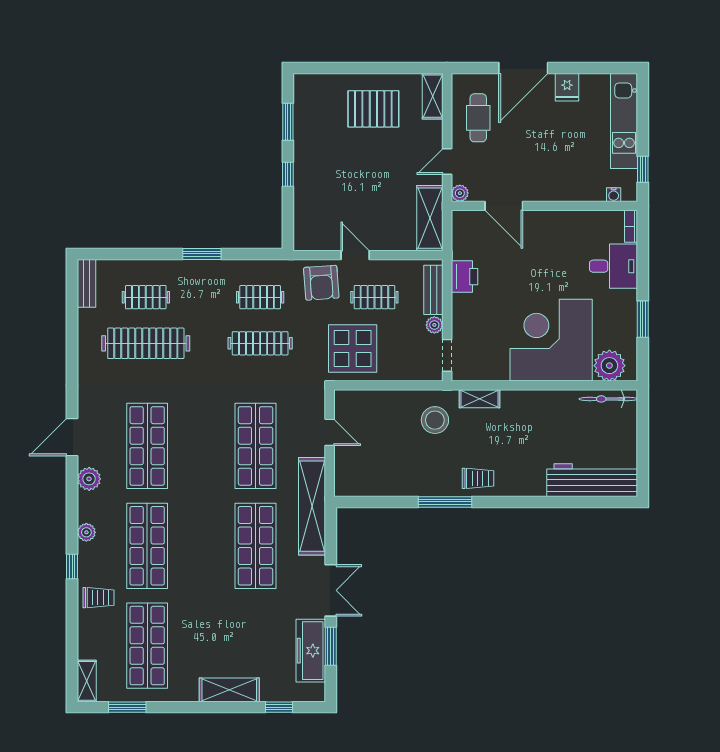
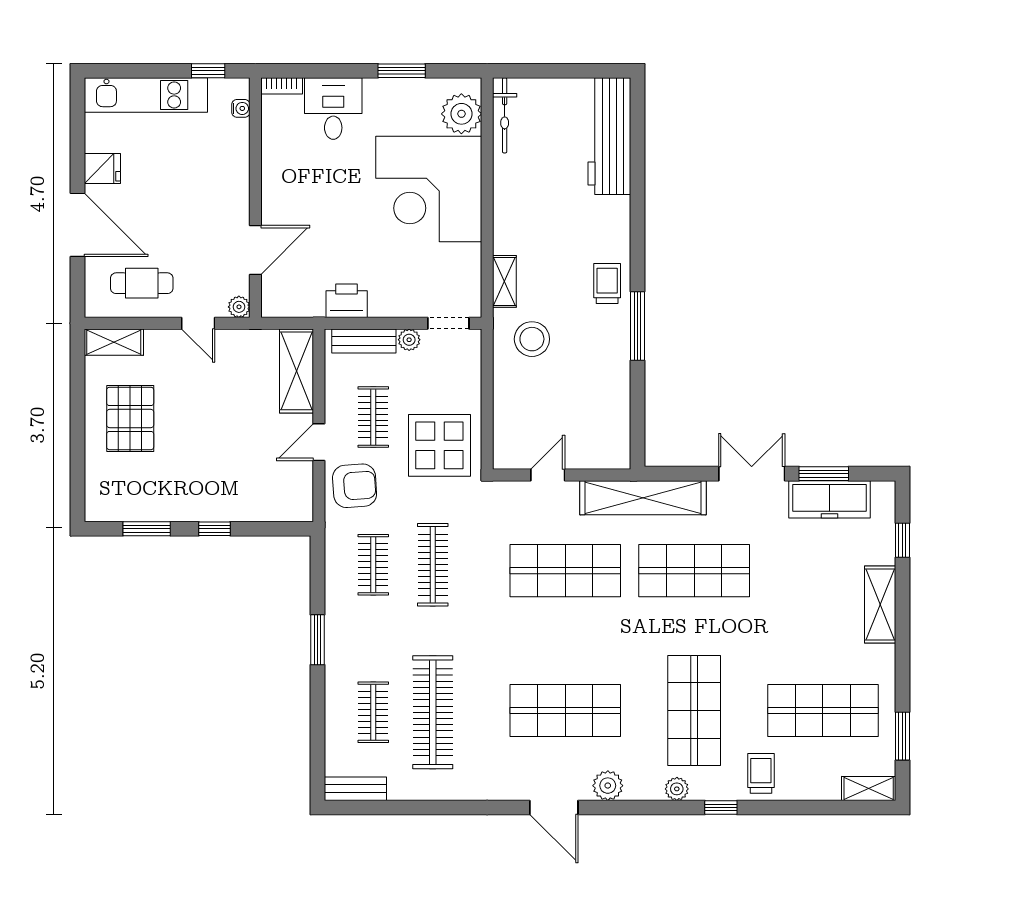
shelving: (430, 218) -> (296, 371), moved, turned 90
shop shelf: (147, 546) -> (694, 710), turned 90

